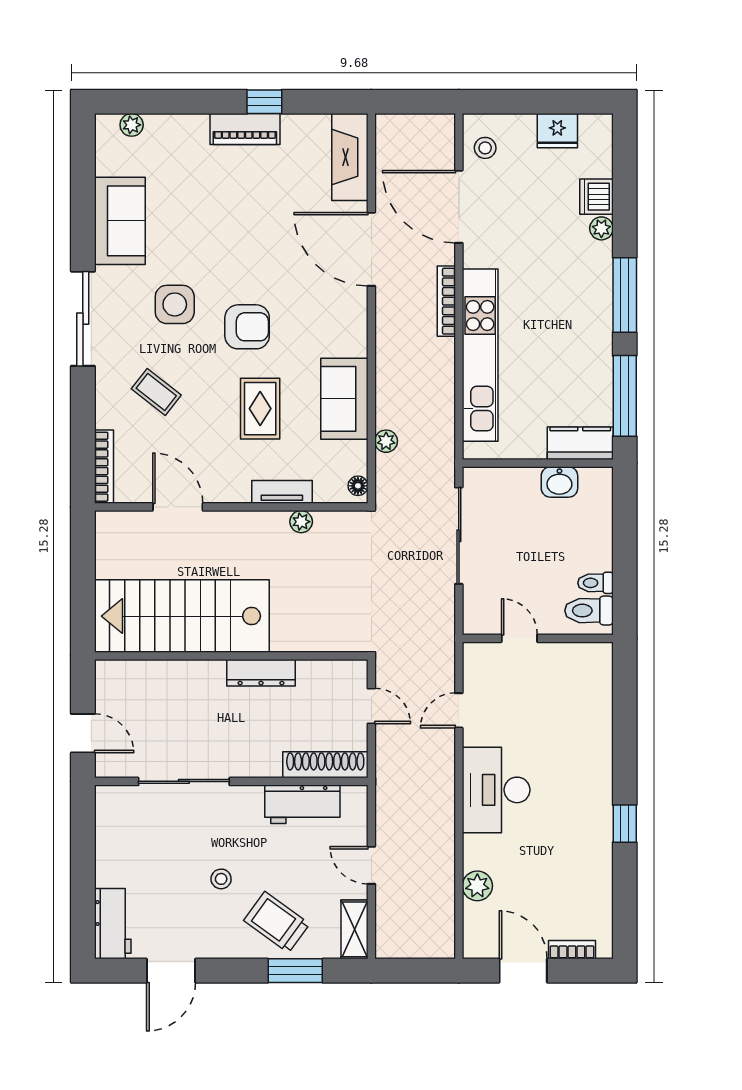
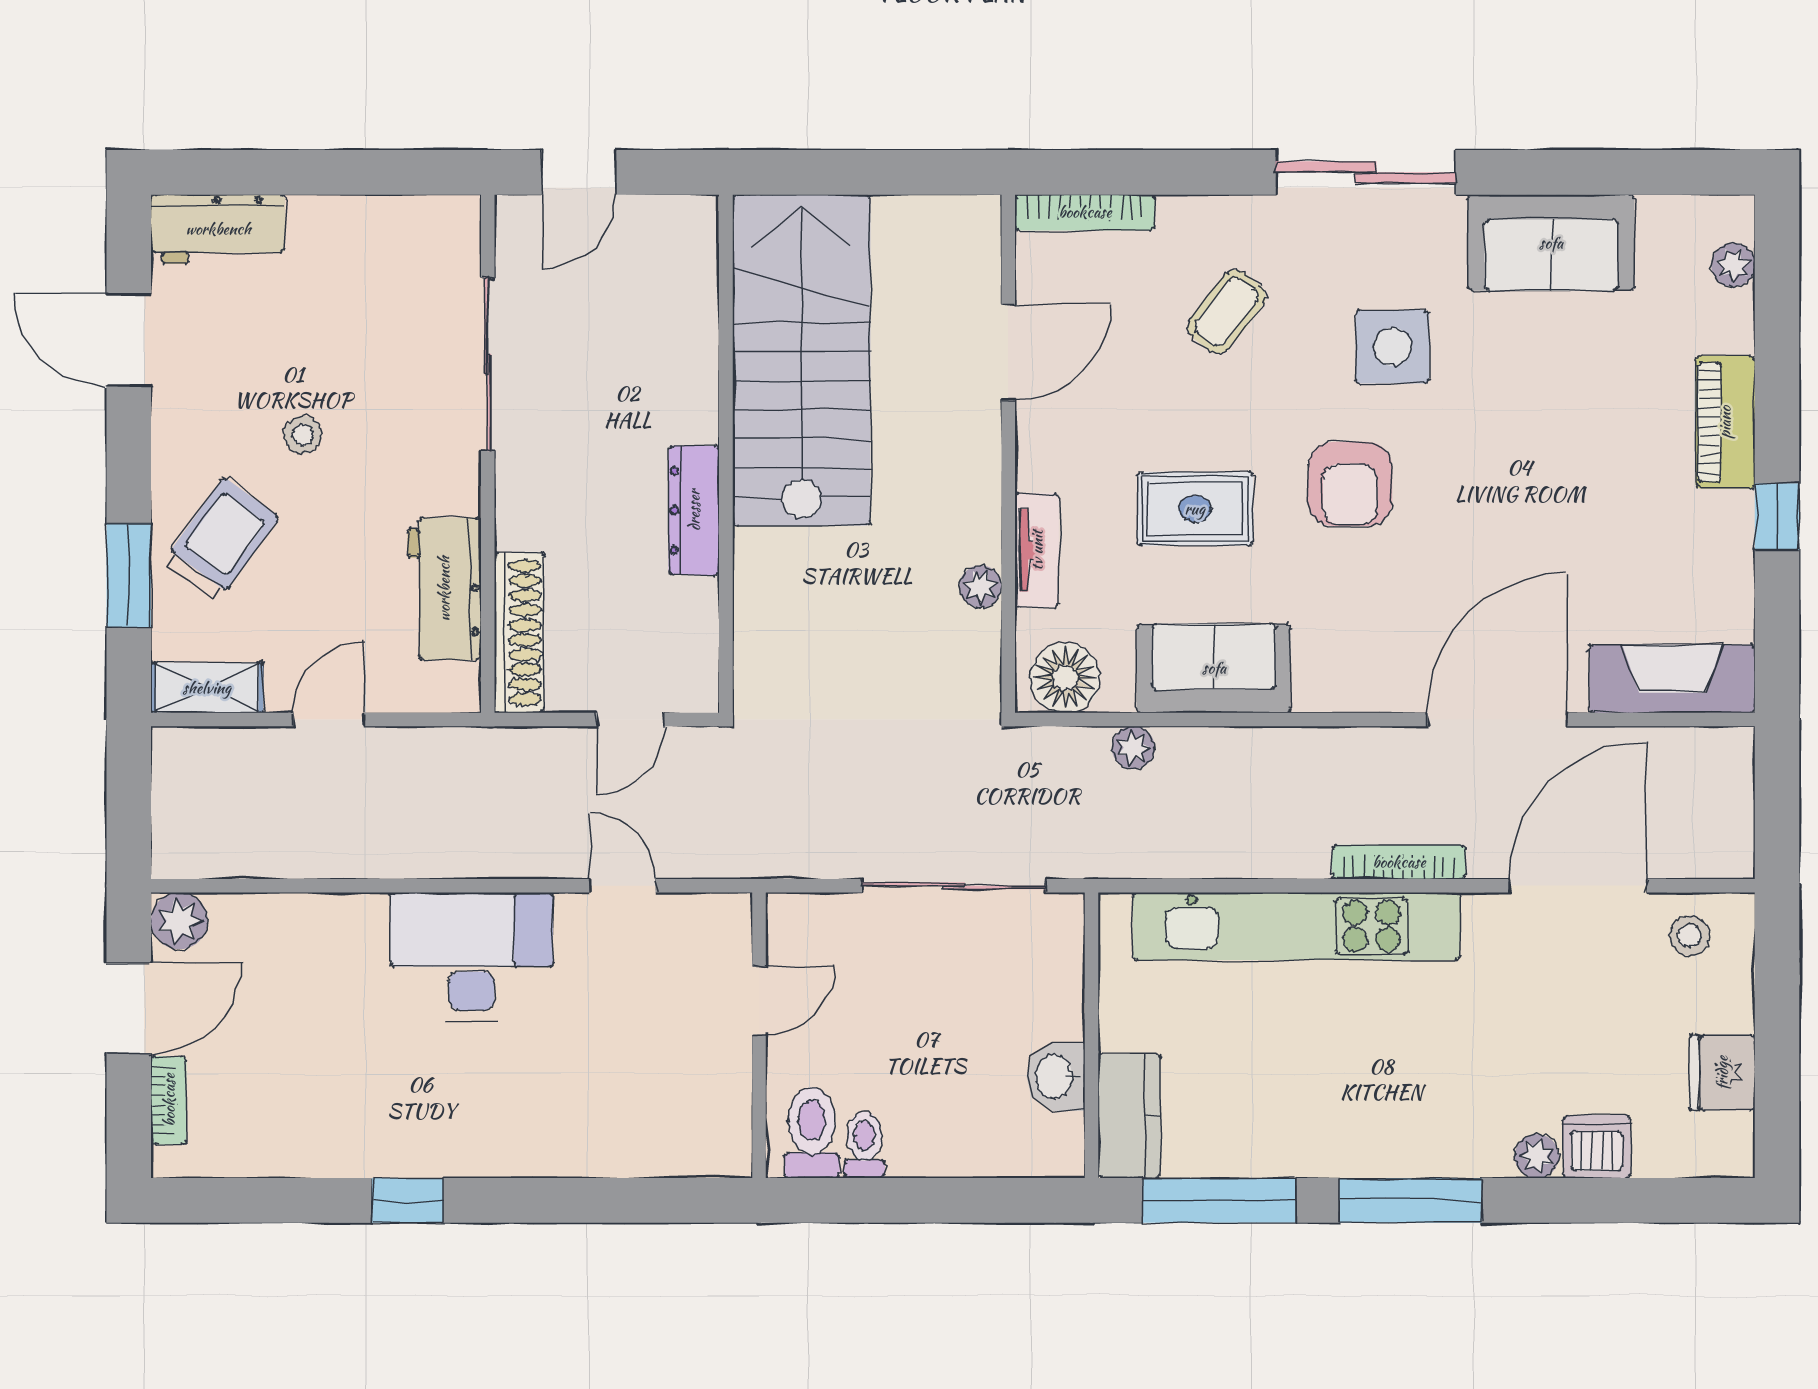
piano: (245, 129) -> (1725, 422), moved
floor lamp: (358, 486) -> (1065, 678), width x1.89, depth x1.89
plant: (477, 886) -> (179, 921), moved

